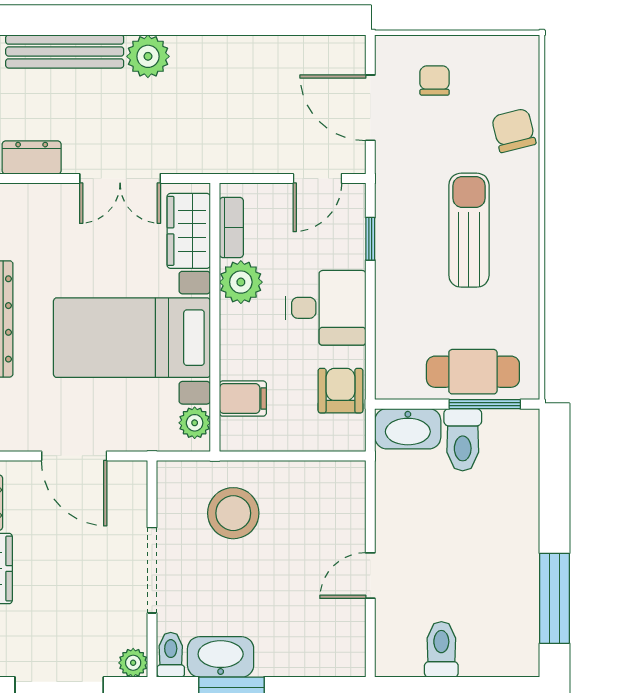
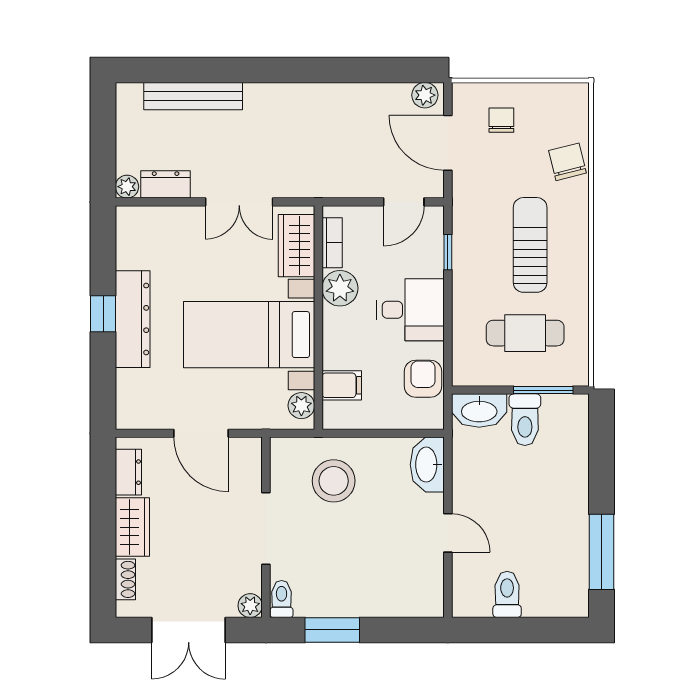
plant: (148, 56) -> (425, 95), moved, width x0.73, depth x0.73
cafe table: (473, 372) -> (525, 333), moved
door: (370, 576) -> (448, 533), swing flipped
washbasin: (221, 657) -> (427, 465), moved, turned -90

